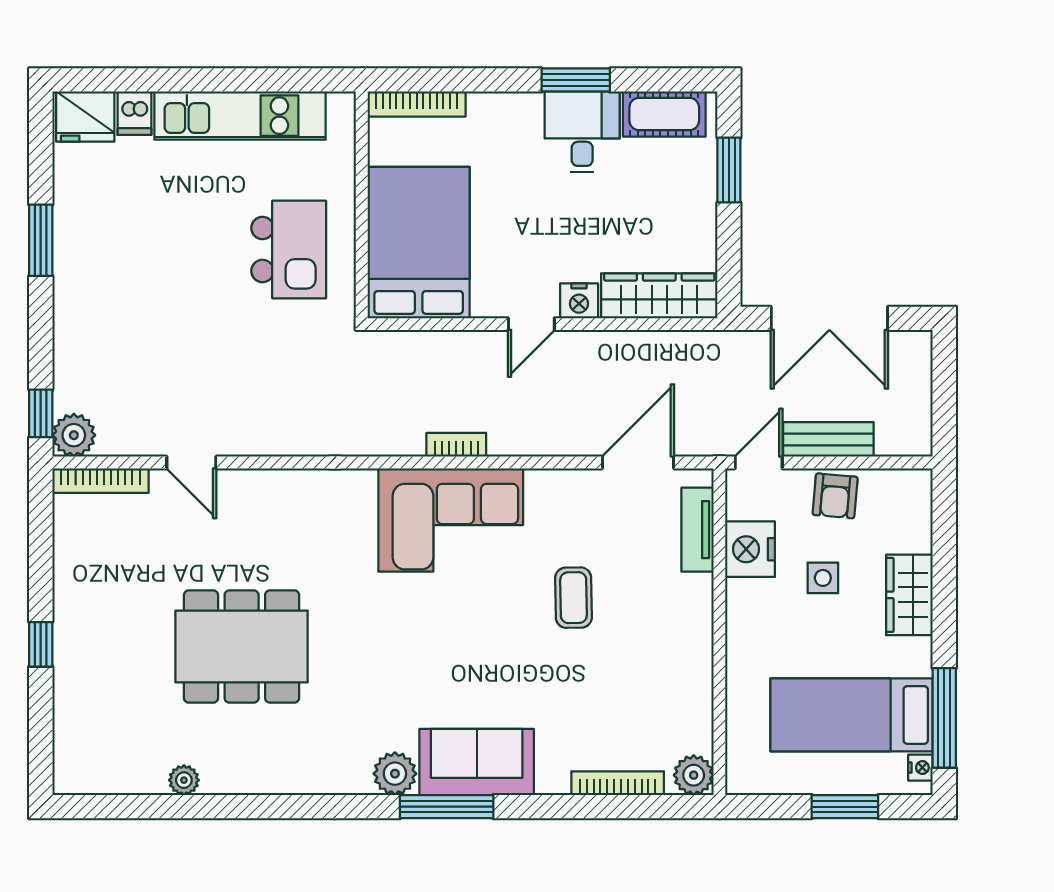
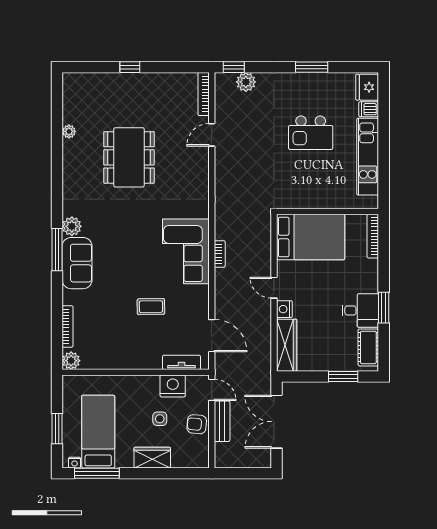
kitchen island: (289, 249) -> (311, 133), moved
plant: (74, 435) -> (246, 82), moved

